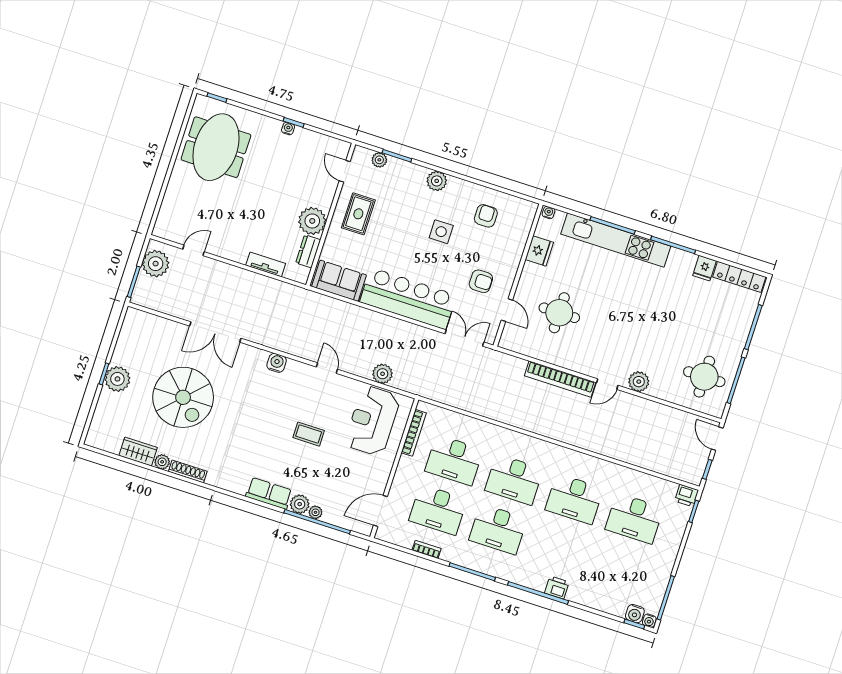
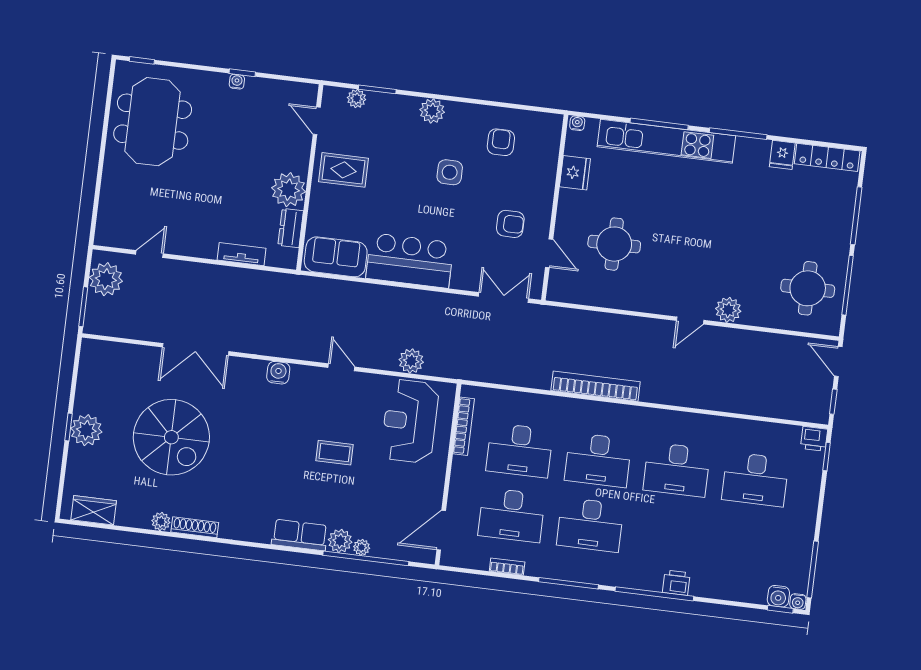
rug: (358, 214) -> (343, 170), turned 90
bar counter: (408, 298) -> (410, 260), width x0.73
bookcase: (560, 379) -> (596, 386), moved, turned 180
wardrobe: (138, 452) -> (94, 510), moved

